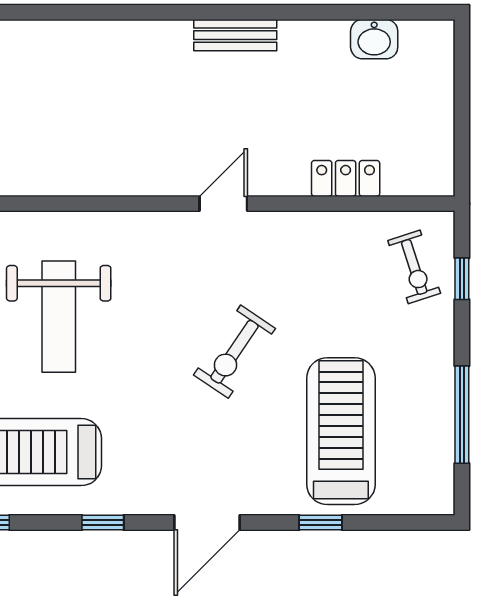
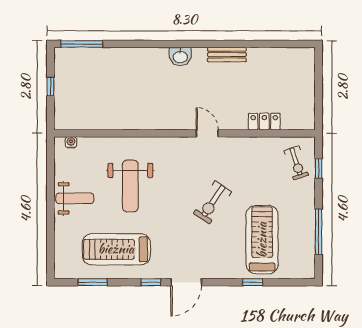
bench: (235, 35) -> (227, 55), moved
washbasin: (374, 39) -> (180, 56), moved
door: (223, 204) -> (207, 133), hinge flipped
door: (207, 523) -> (186, 282), moved

